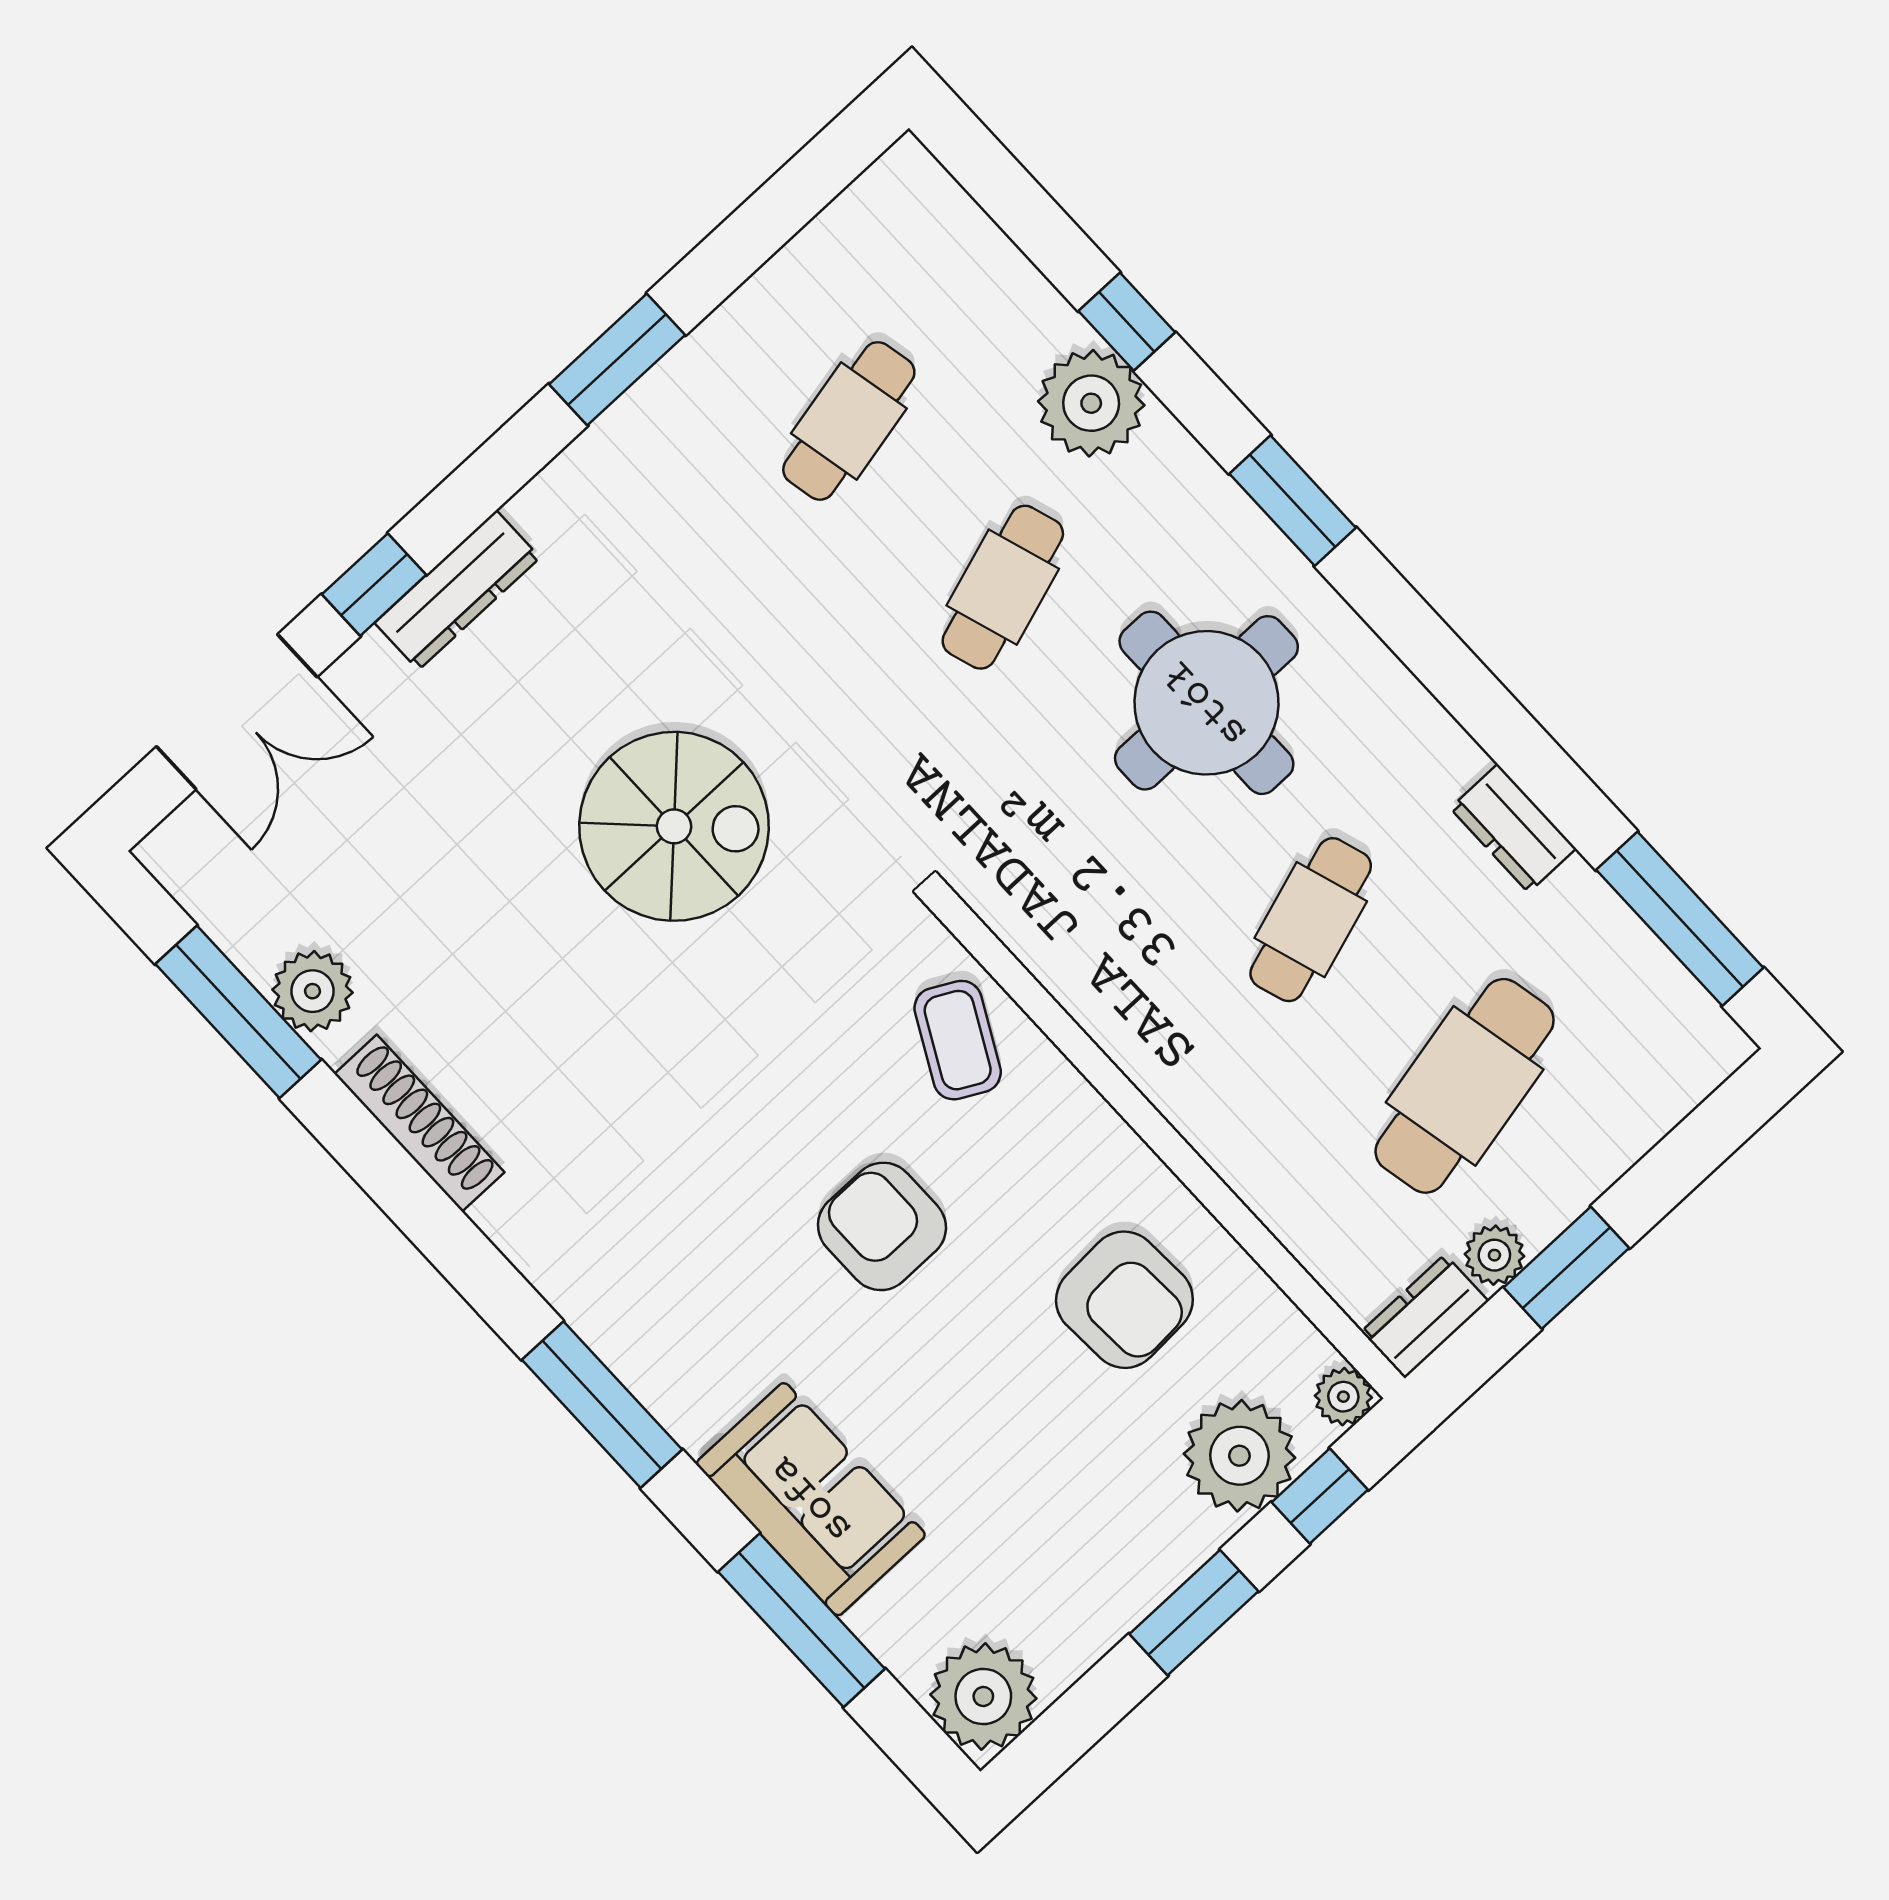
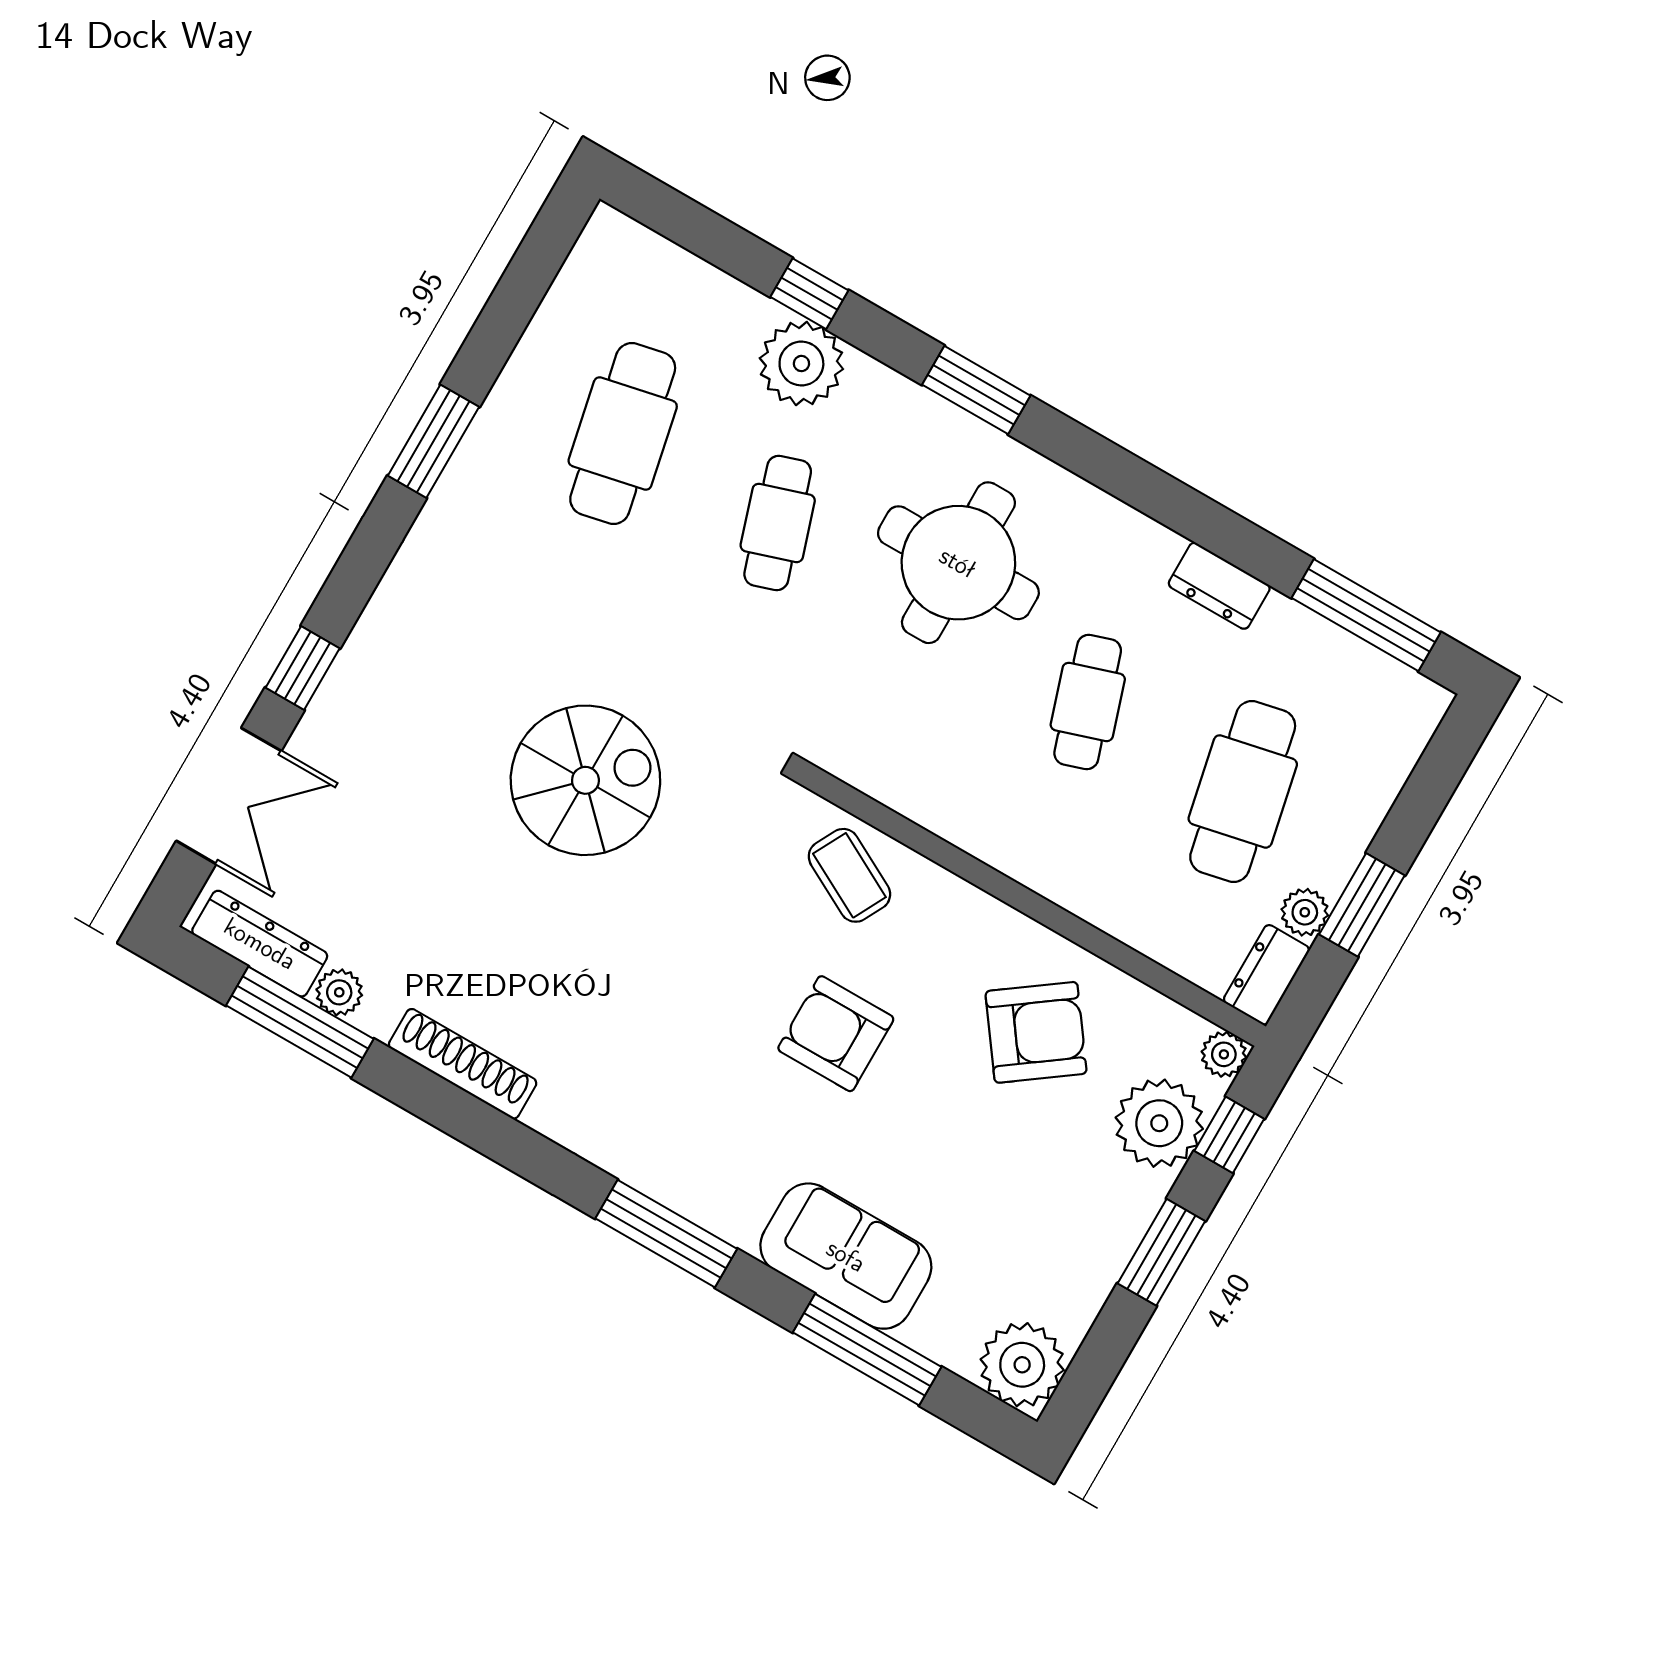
cafe table: (849, 421) -> (623, 434), width x1.37, depth x1.35
dresser: (457, 590) -> (260, 944), moved, turned -90
plant: (312, 991) -> (339, 992), width x0.73, depth x0.73
armchair: (1124, 1300) -> (1036, 1032), turned -33

